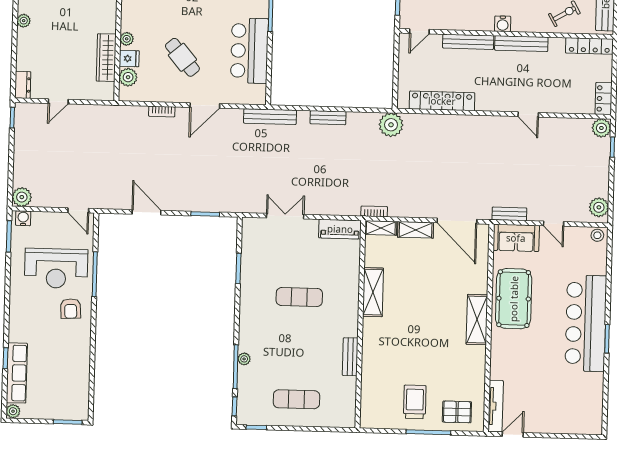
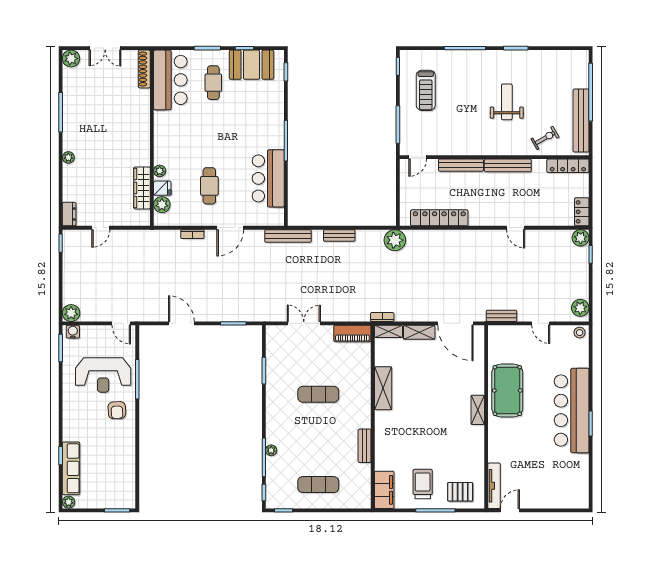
water cooler: (503, 24) -> (491, 148), removed
cafe table: (182, 57) -> (209, 186), turned 40
sofa: (516, 238) -> (508, 337), removed
shelving: (477, 320) -> (478, 410), width x0.67, depth x0.75
filing cabinet: (371, 407) -> (384, 490), added

